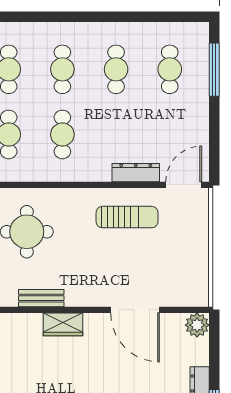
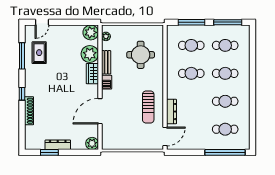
window: (214, 70) -> (225, 152), width x1.46
door: (184, 185) -> (165, 137), hinge flipped
barbecue: (79, 297) -> (107, 82), added
plant: (25, 329) -> (90, 54), added

